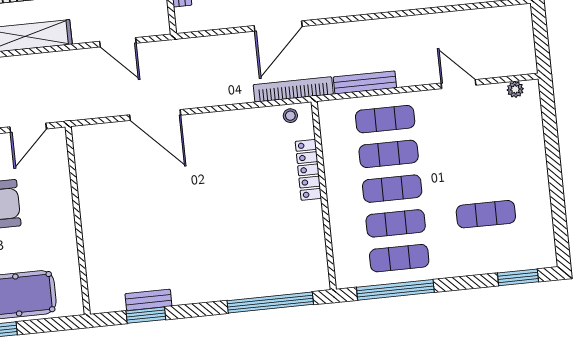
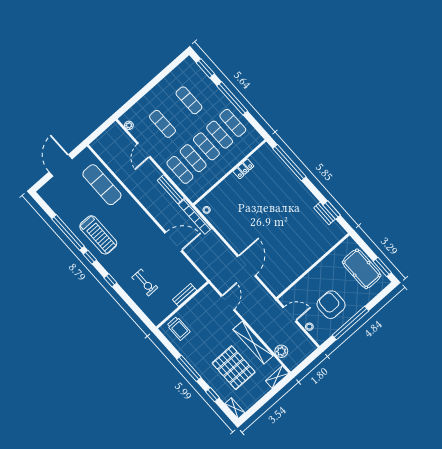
exercise mat: (479, 145) -> (163, 124), added
locker: (308, 170) -> (243, 169), moved, width x0.66
window: (395, 290) -> (232, 98), moved

